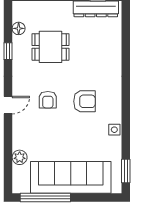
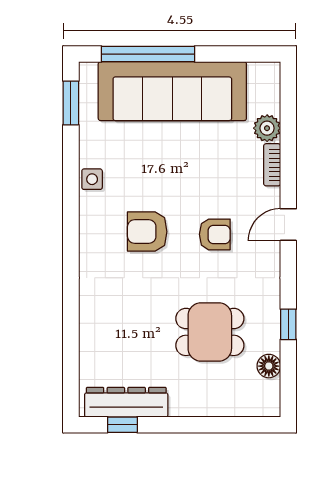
armchair: (48, 100) -> (215, 234), turned 90
bookcase: (17, 137) -> (272, 165), added
window: (45, 197) -> (148, 54), moved

